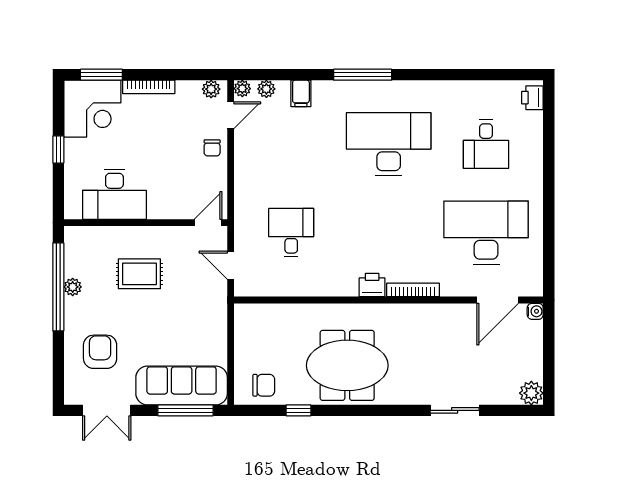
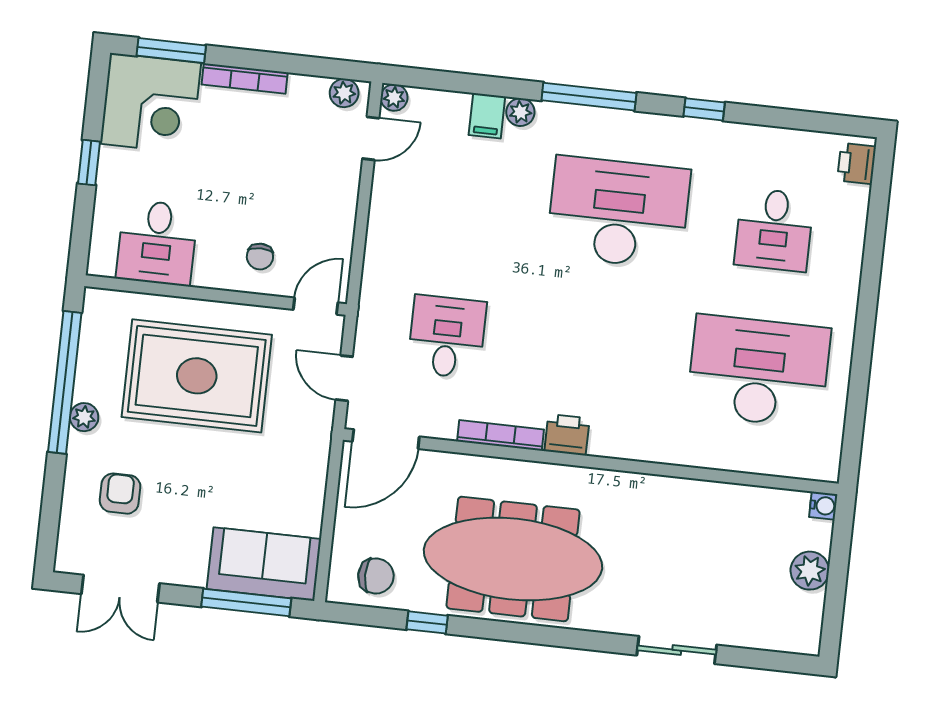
window: (435, 75) -> (704, 109), added
plant: (266, 89) -> (520, 112), moved
chair: (212, 148) -> (260, 257), moved
desk: (114, 194) -> (157, 243), width x0.73
rug: (139, 274) -> (197, 376), width x1.86, depth x2.06
plant: (73, 287) -> (84, 417), moved
bookcase: (413, 290) -> (500, 435), moved
door: (498, 300) -> (386, 439), moved
armchair: (100, 352) -> (120, 494), width x0.72, depth x0.72
meeting table: (347, 365) -> (513, 559), width x1.36
sofa: (182, 385) -> (264, 564), width x0.73
plant: (531, 393) -> (810, 571), moved

